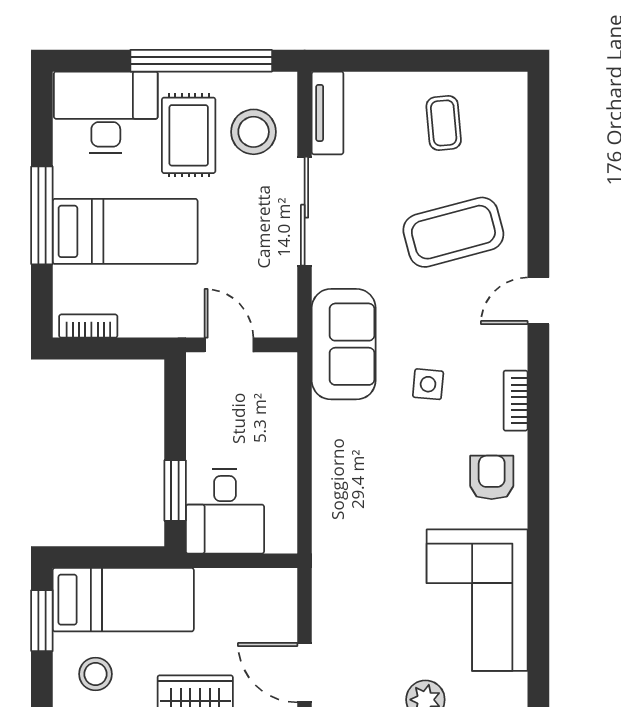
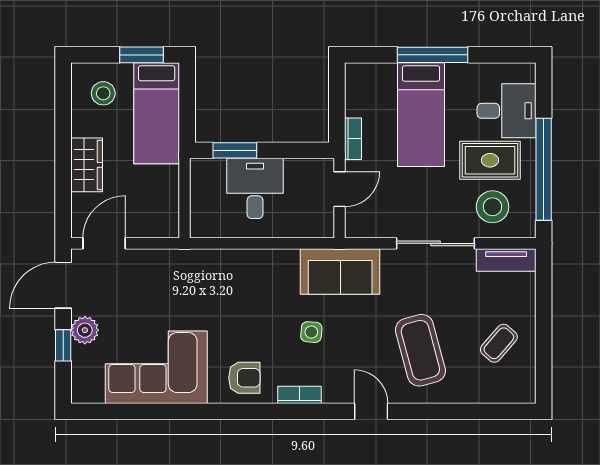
desk: (106, 112) -> (506, 111), width x0.73
coffee table: (444, 123) -> (499, 343), turned -44
bookcase: (88, 326) -> (353, 139), moved
desk: (225, 511) -> (255, 188), moved, turned 90

